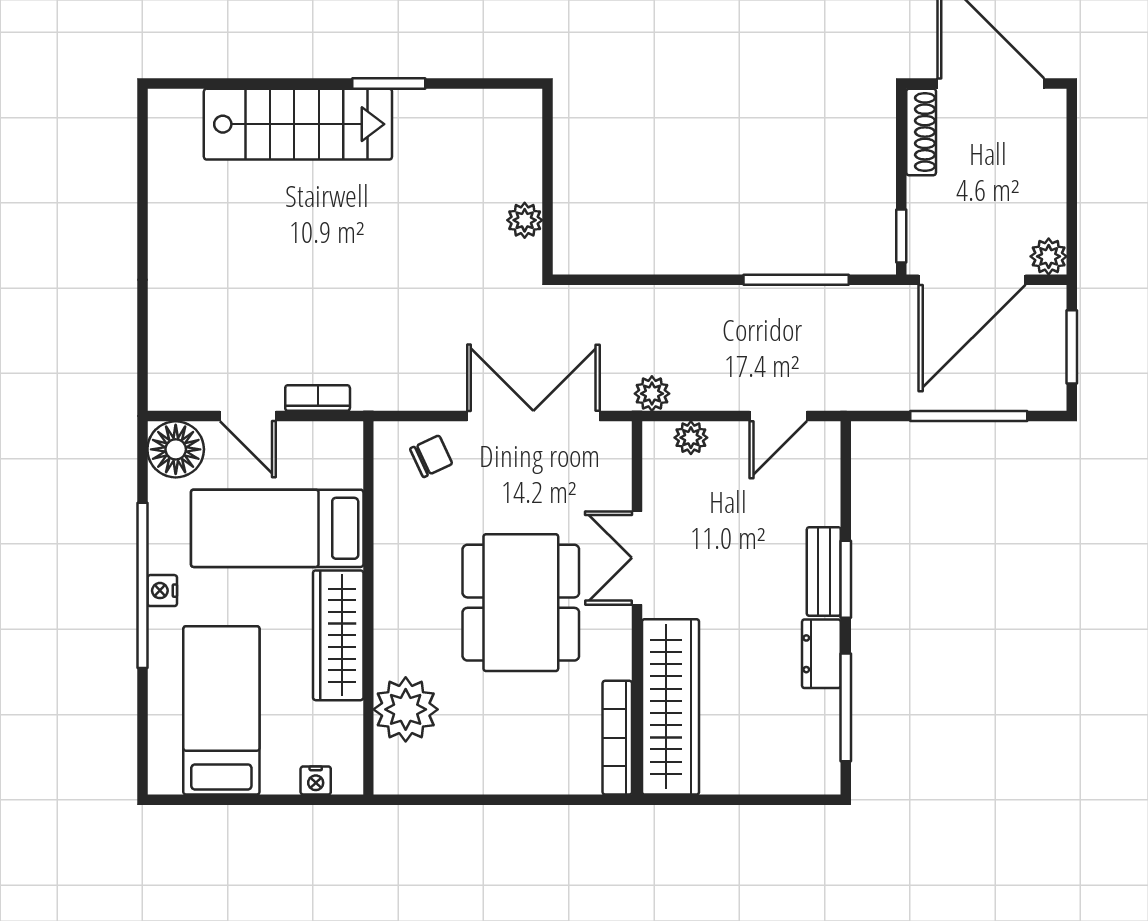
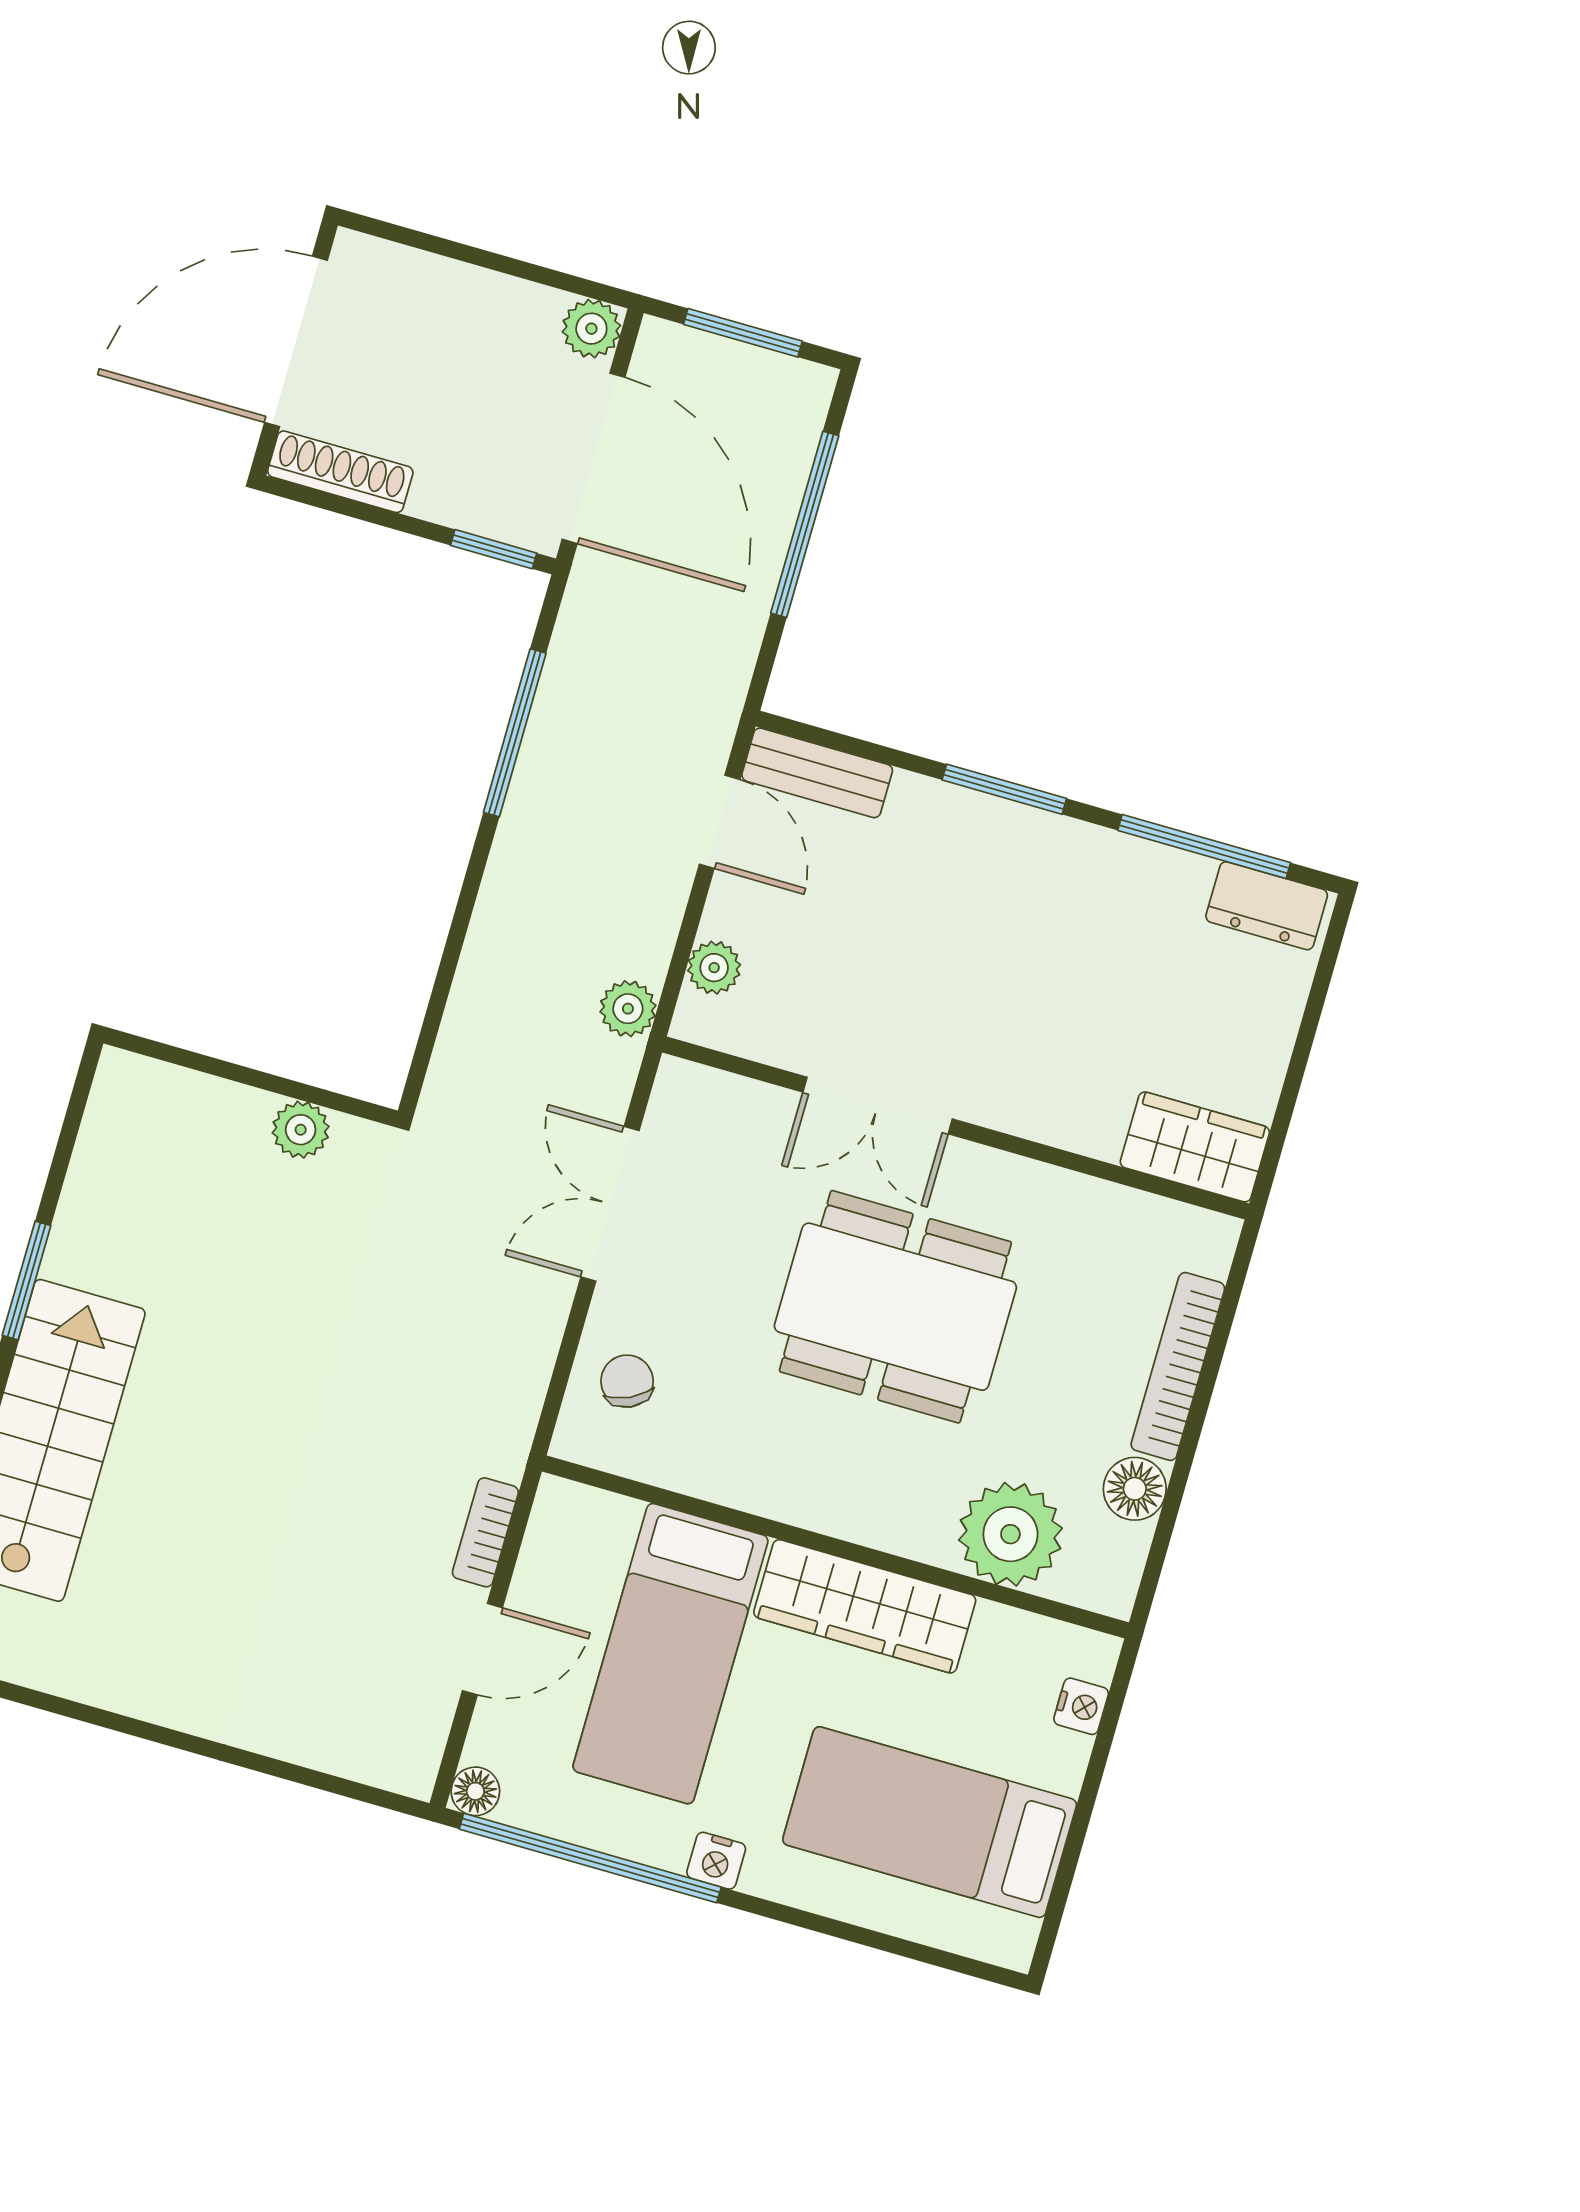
double door: (533, 416) -> (610, 1204), width x0.73
floor lamp: (176, 449) -> (475, 1791), width x0.53, depth x0.53
bench: (824, 572) -> (817, 773), moved
window: (142, 585) -> (590, 1858), moved
dresser: (821, 654) -> (1267, 906), moved
wardrobe: (671, 707) -> (1195, 1147), width x0.48, depth x0.85
bookcase: (617, 738) -> (1178, 1366), moved, turned 90
floor lamp: (454, 775) -> (1135, 1489), added

